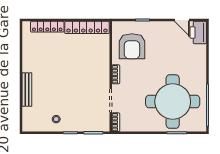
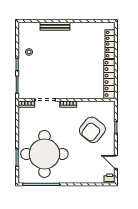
door: (182, 20) -> (116, 162), hinge flipped
printer: (198, 32) -> (110, 179), width x0.53, depth x0.68
armchair: (132, 46) -> (92, 130), moved, turned -52

